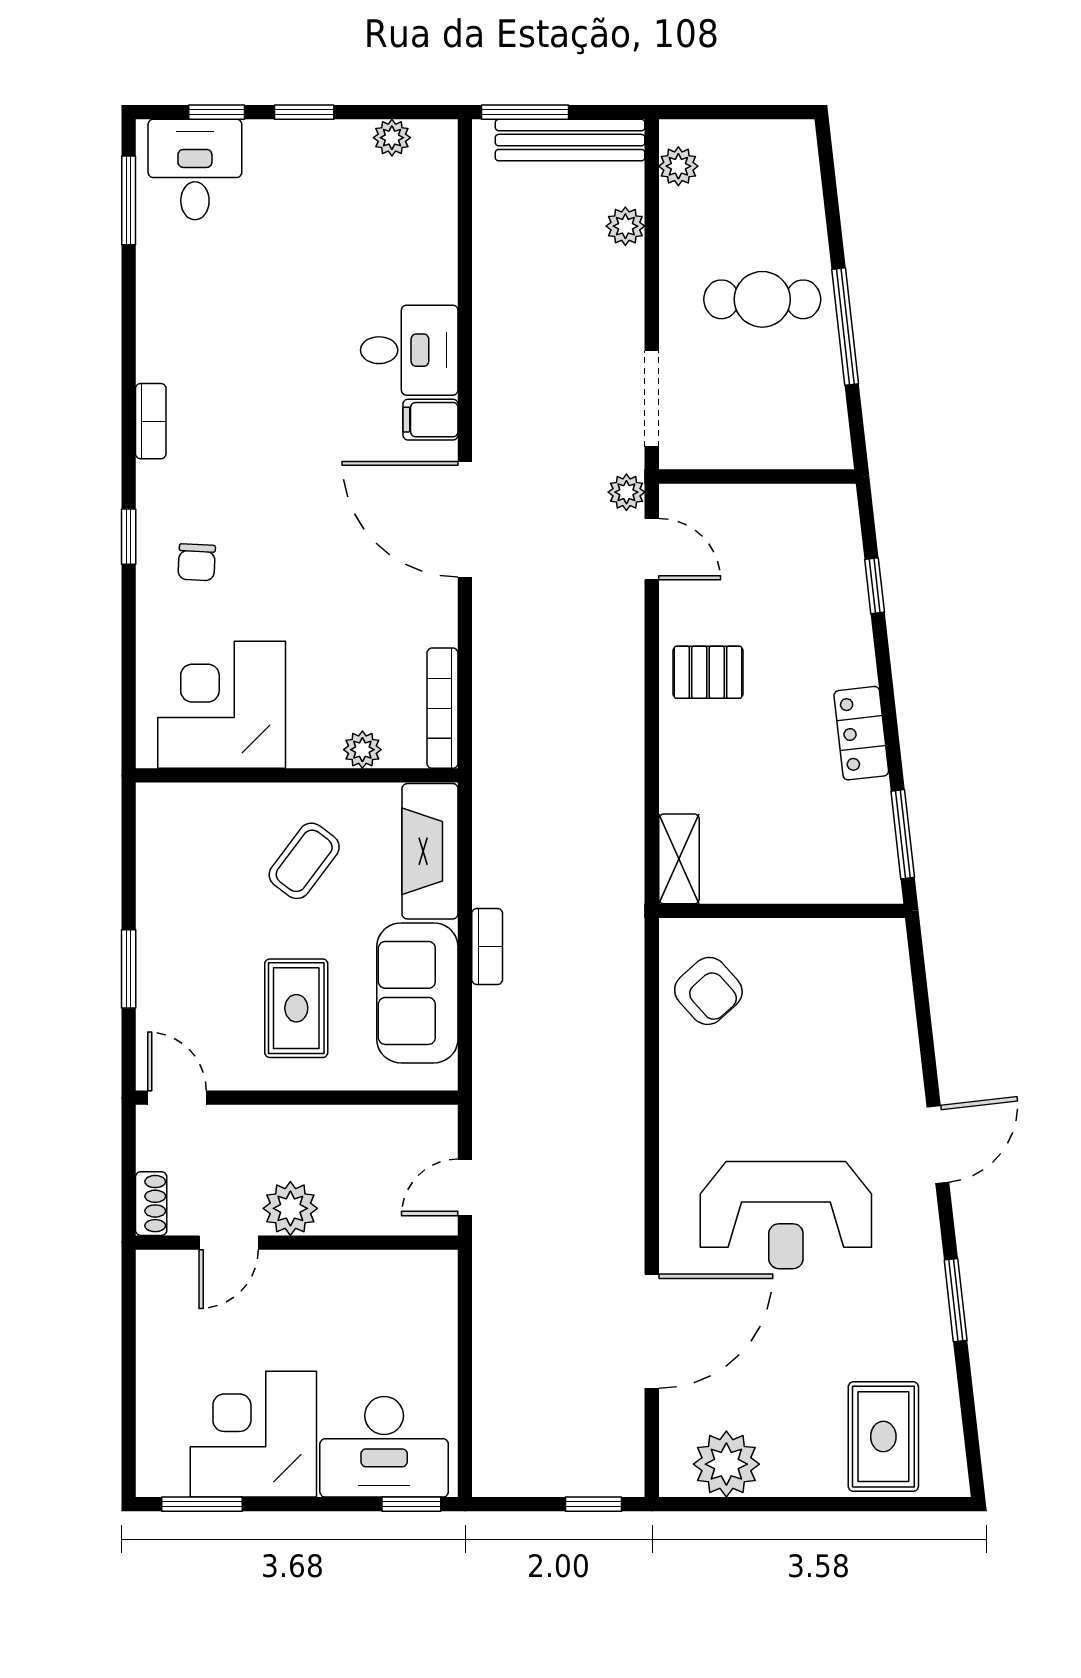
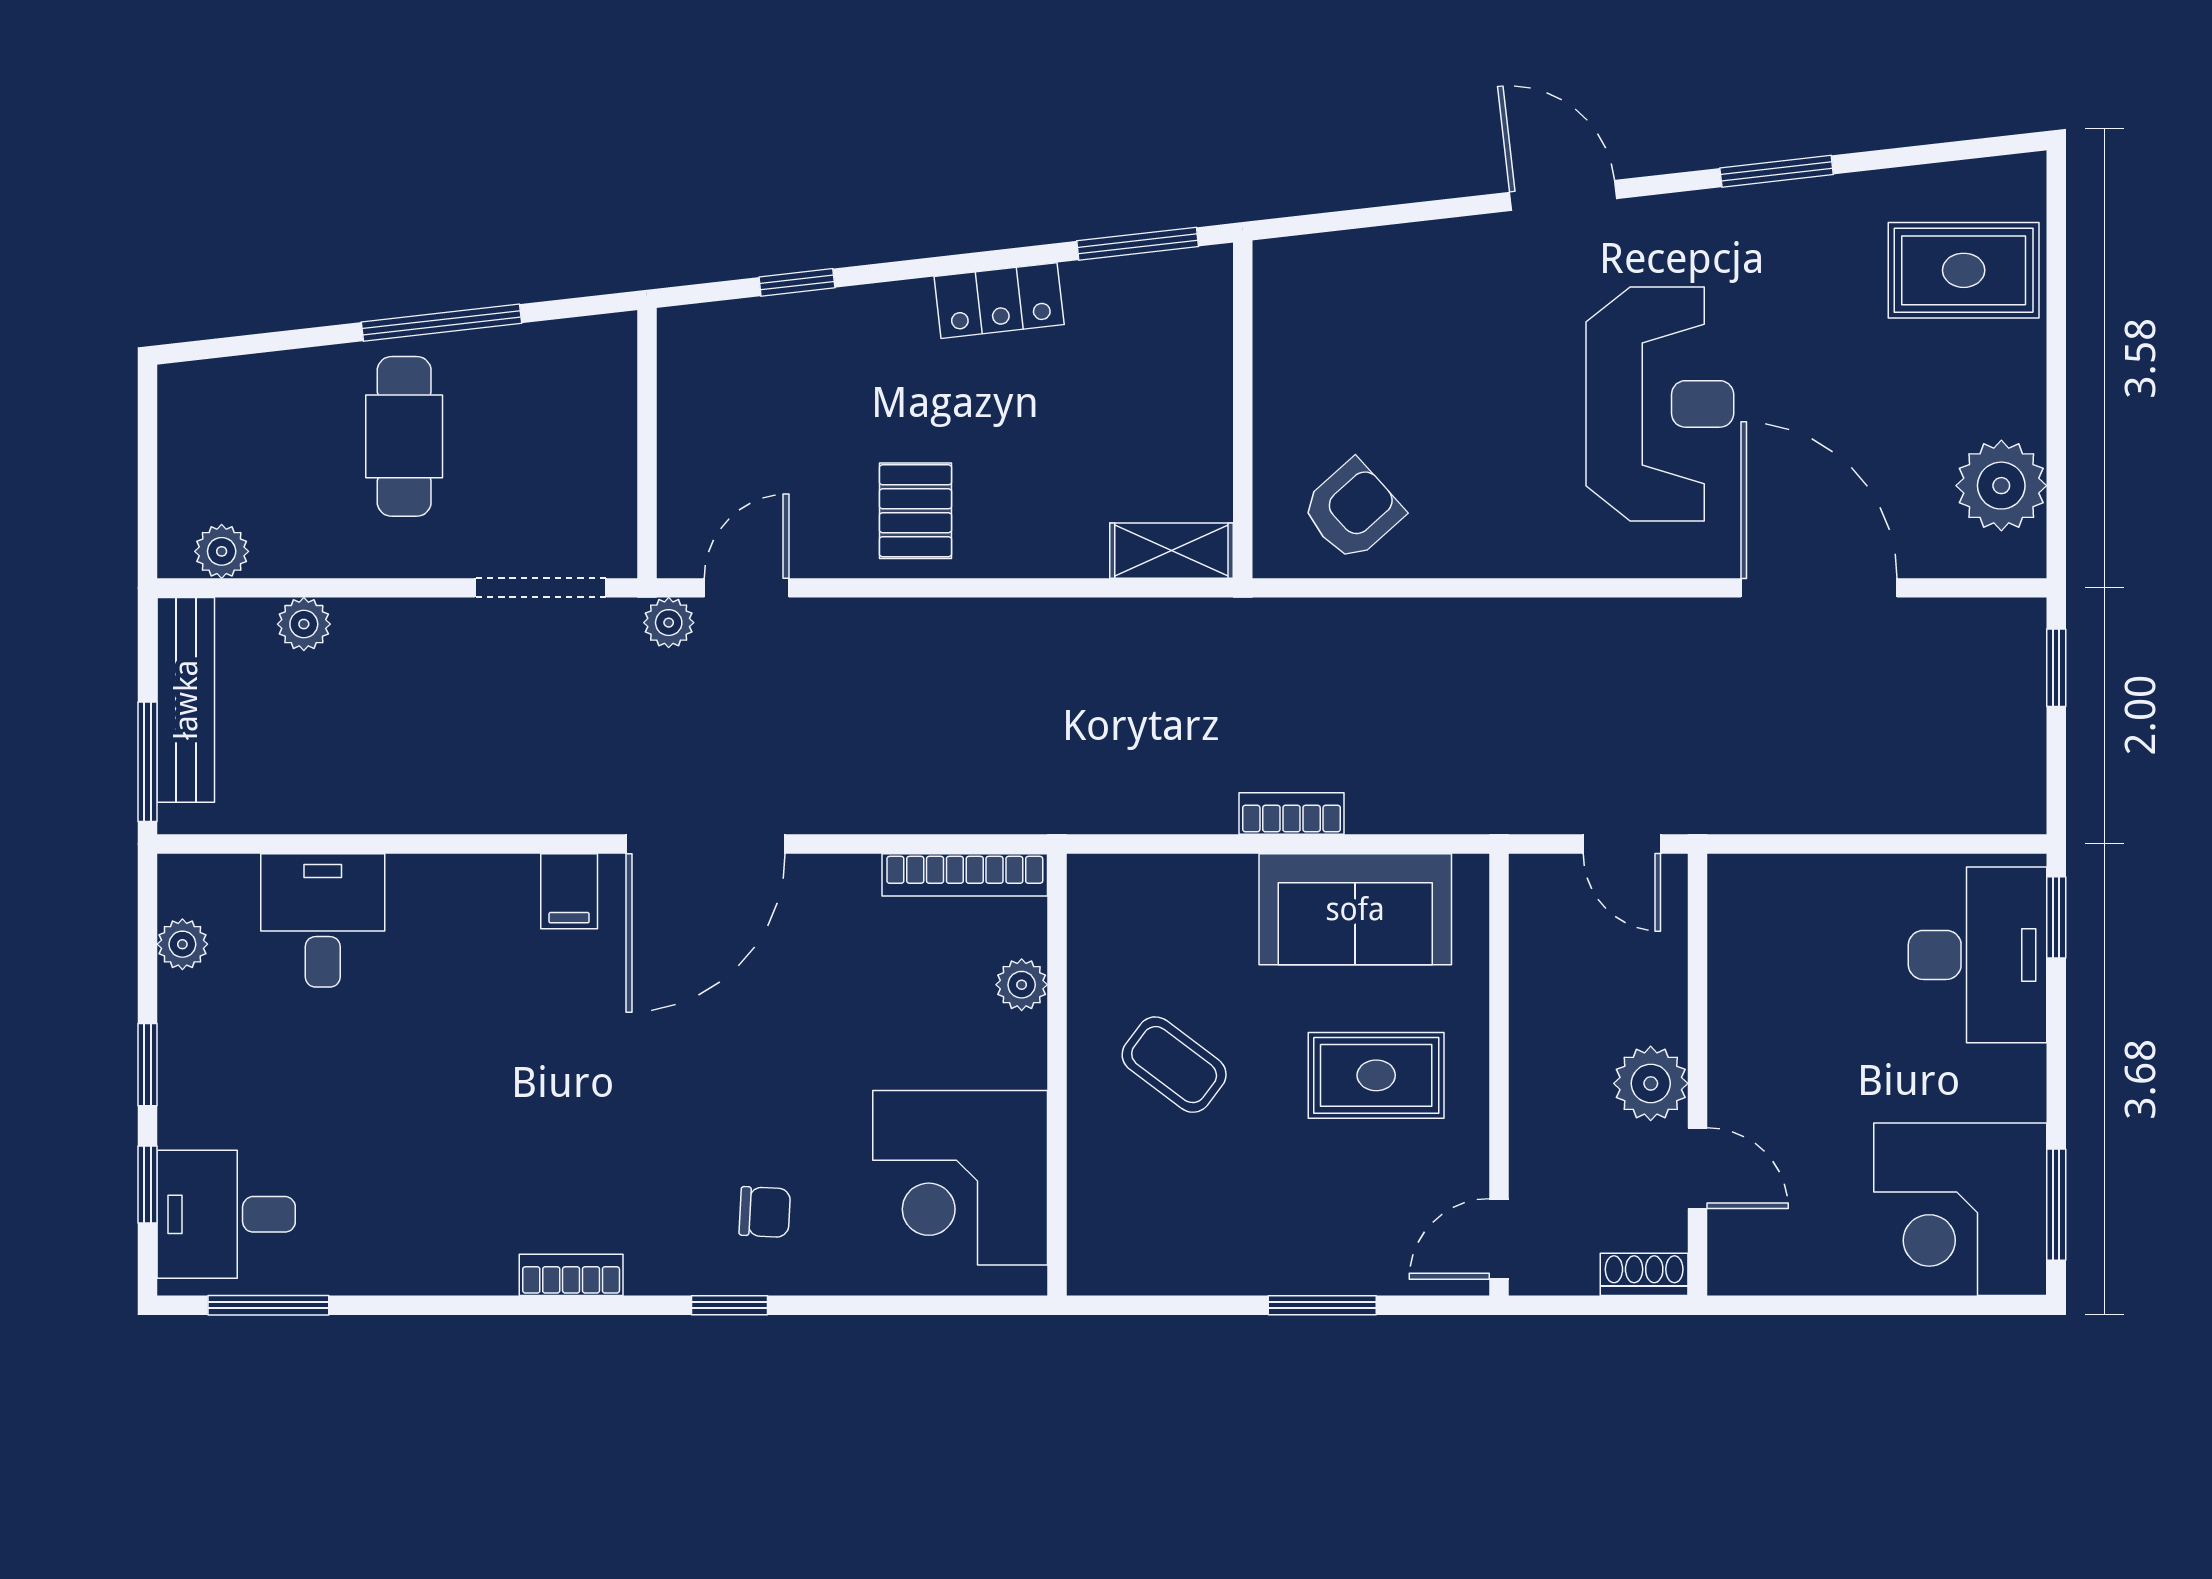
desk: (409, 350) -> (323, 920), moved
fireplace: (430, 851) -> (1161, 892), removed
corner desk: (253, 1434) -> (1960, 1209), moved

